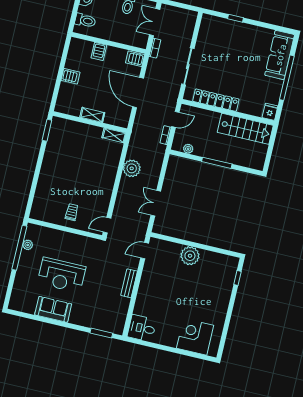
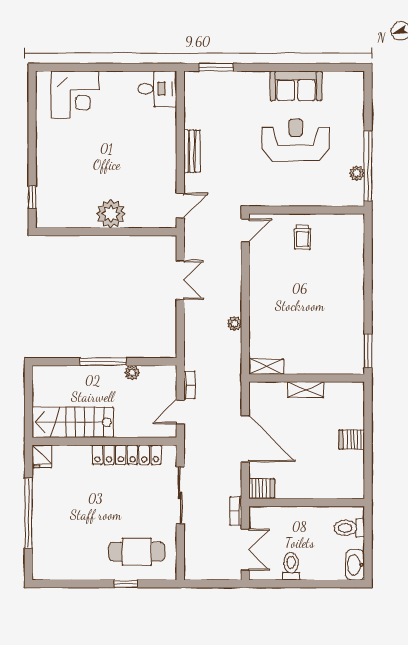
cafe table: (224, 37) -> (137, 552), added
server rack: (99, 51) -> (318, 486), removed
sofa: (280, 55) -> (47, 544), removed
plant: (188, 149) -> (132, 373), moved
plant: (132, 168) -> (234, 324), width x0.53, depth x0.53

